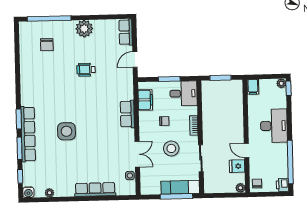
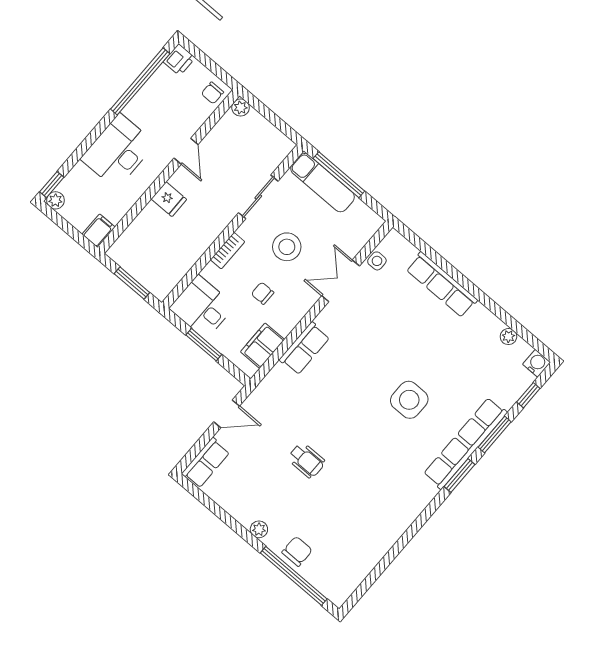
plant: (84, 29) -> (259, 529), width x0.53, depth x0.53
chair: (47, 45) -> (297, 551), moved
fridge: (237, 166) -> (169, 199), moved

